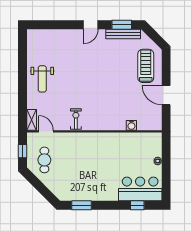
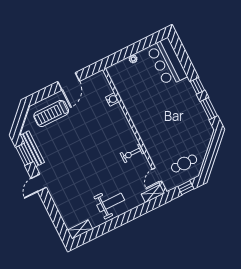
door: (91, 25) -> (39, 183), swing flipped
shelving: (32, 41) -> (80, 230), added
window: (137, 205) -> (197, 86), moved

